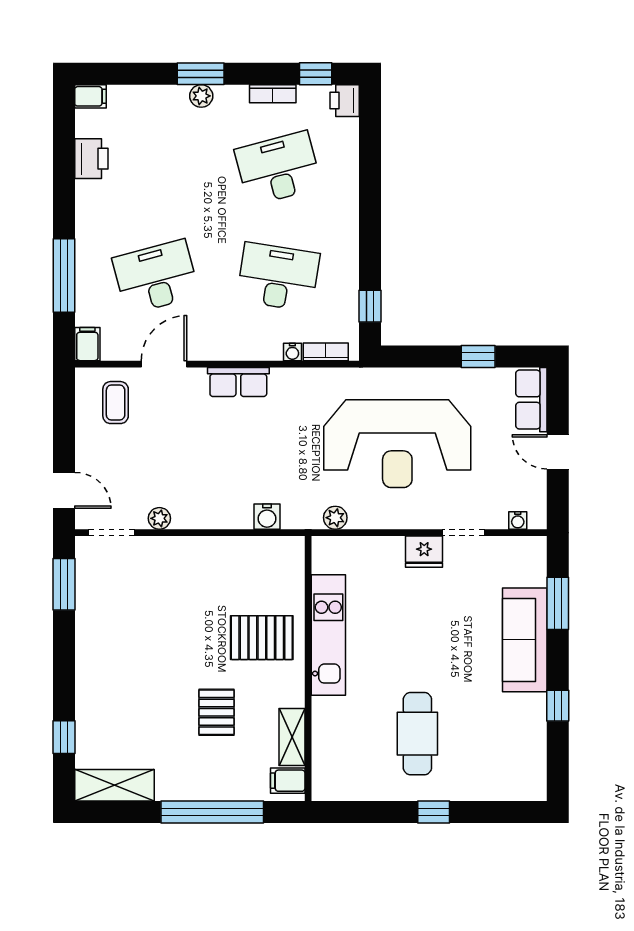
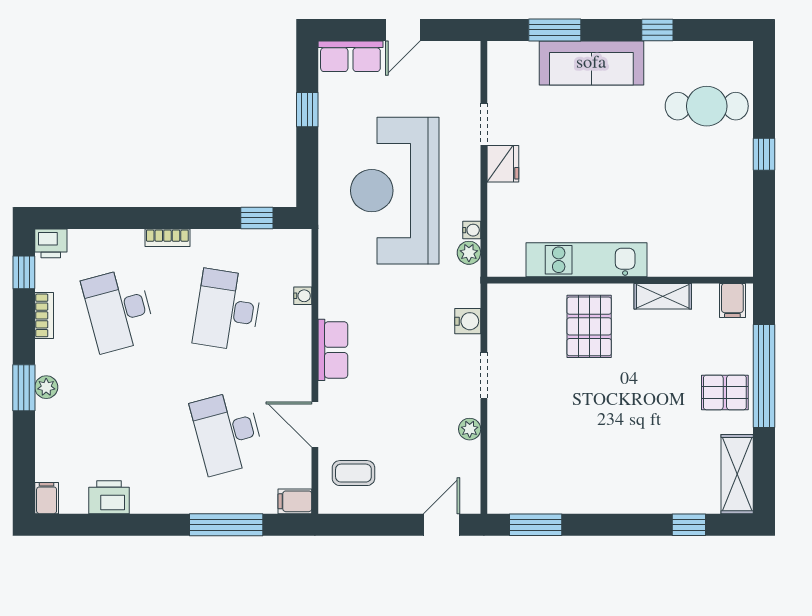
bookcase: (326, 352) -> (167, 238), moved, turned -90
reception desk: (397, 444) -> (395, 191), turned 180
water cooler: (518, 520) -> (472, 230), moved
doorway: (111, 533) -> (484, 375), moved
pallet: (217, 712) -> (725, 392), moved
cafe table: (417, 734) -> (707, 106), moved
shelving: (292, 737) -> (663, 296), moved

